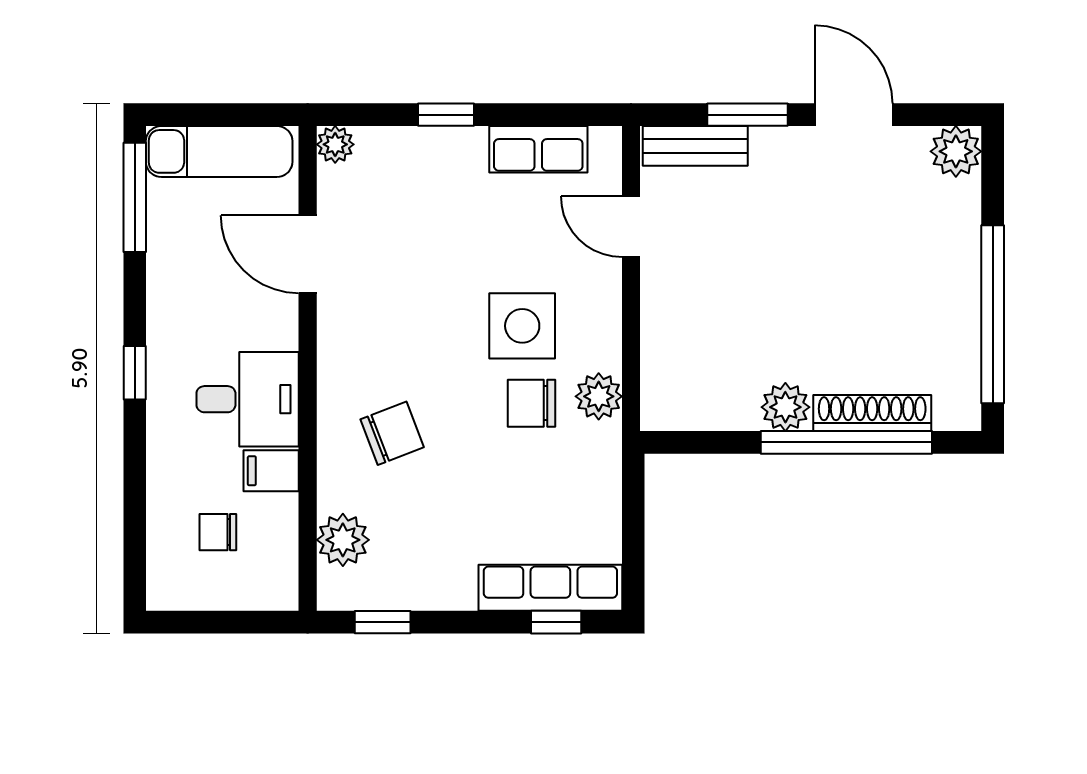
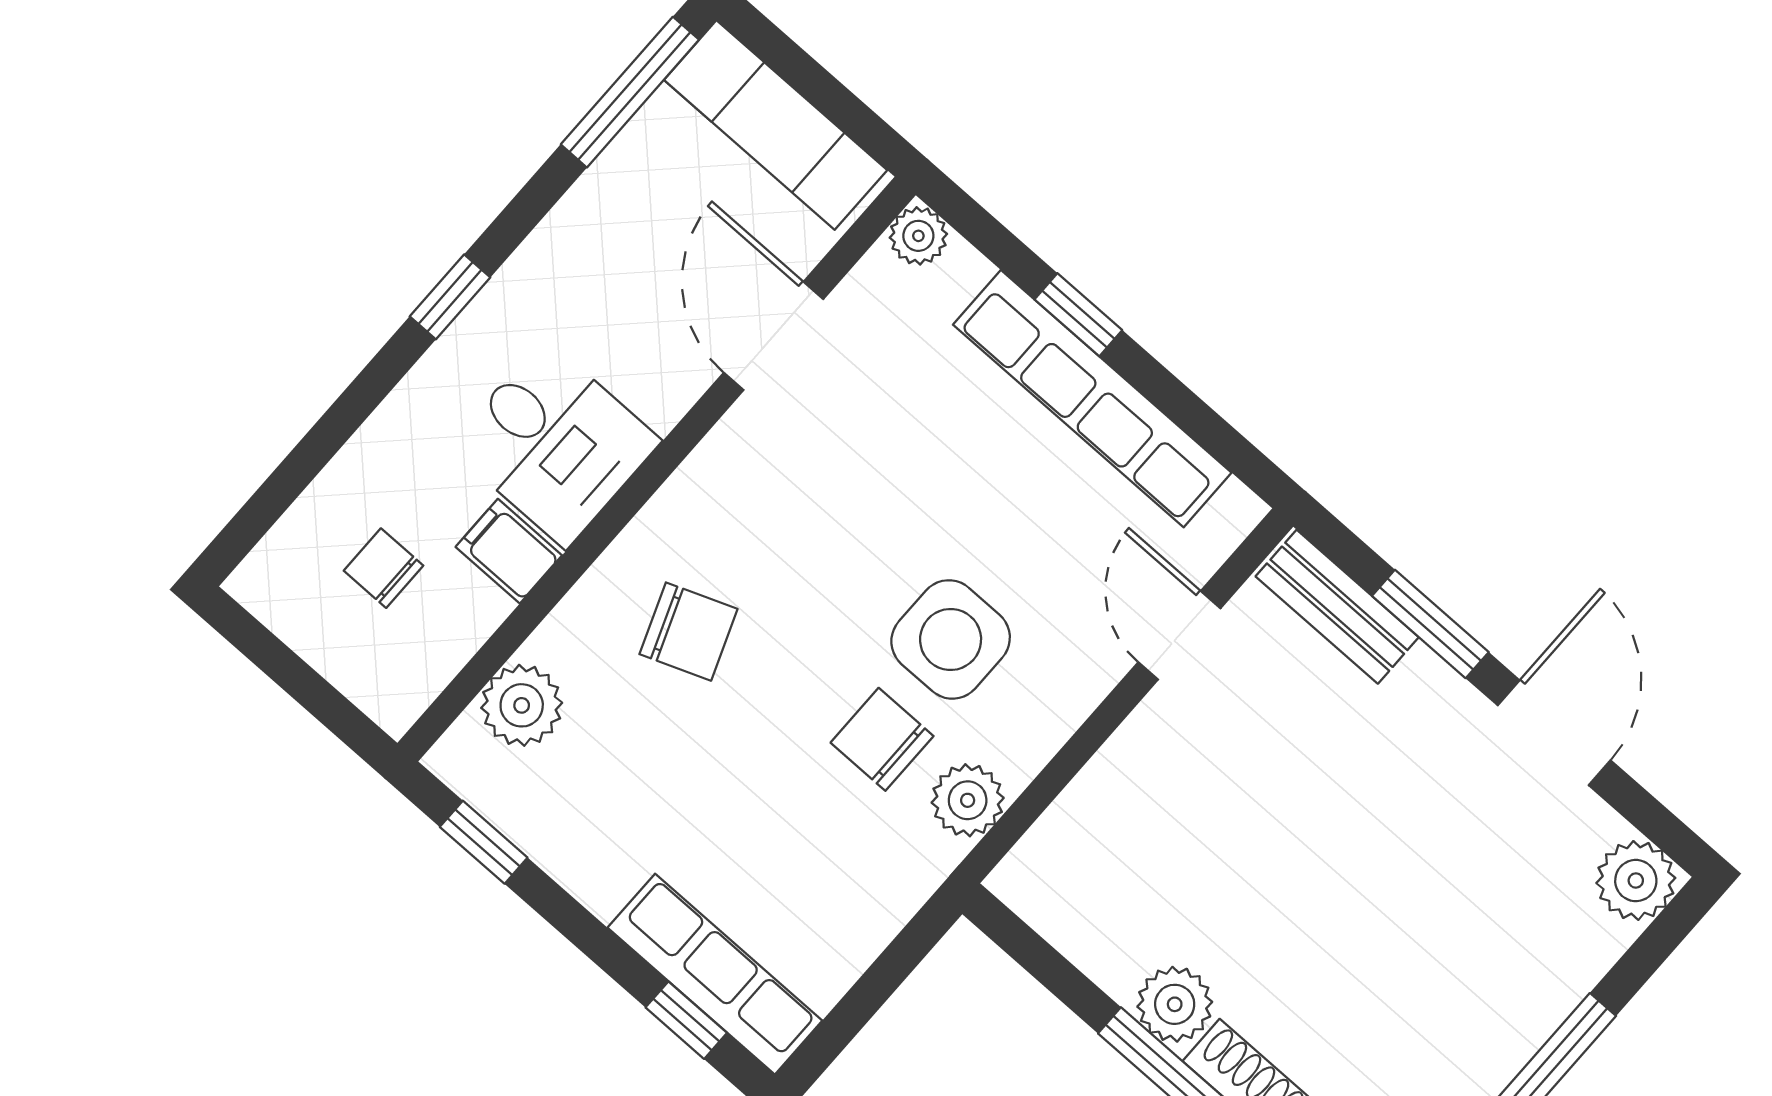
row of seats: (538, 149) -> (1092, 399), width x2.02

